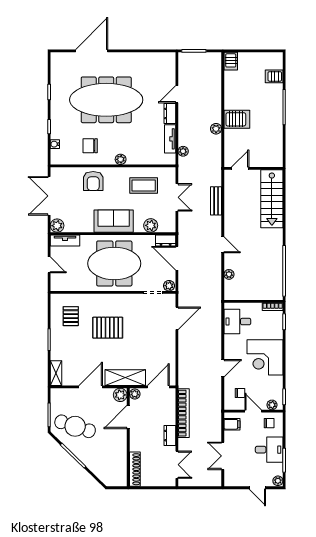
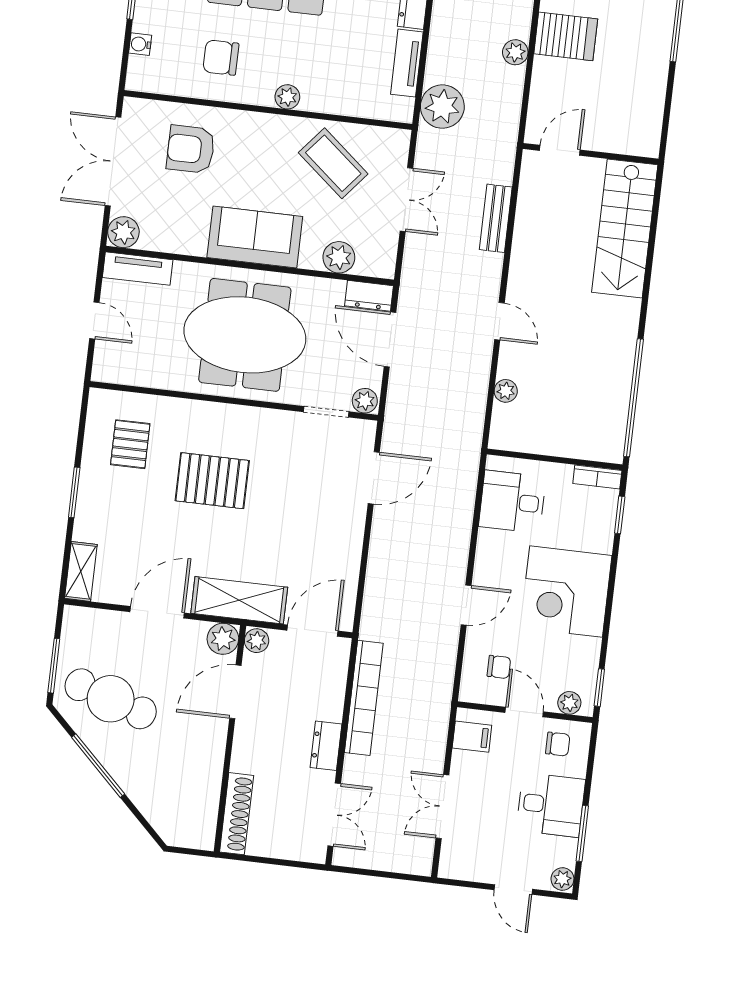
plant: (183, 151) -> (442, 107), width x1.87, depth x1.87
armchair: (93, 181) -> (191, 149), moved, turned 90
coffee table: (144, 185) -> (333, 163), turned 40

